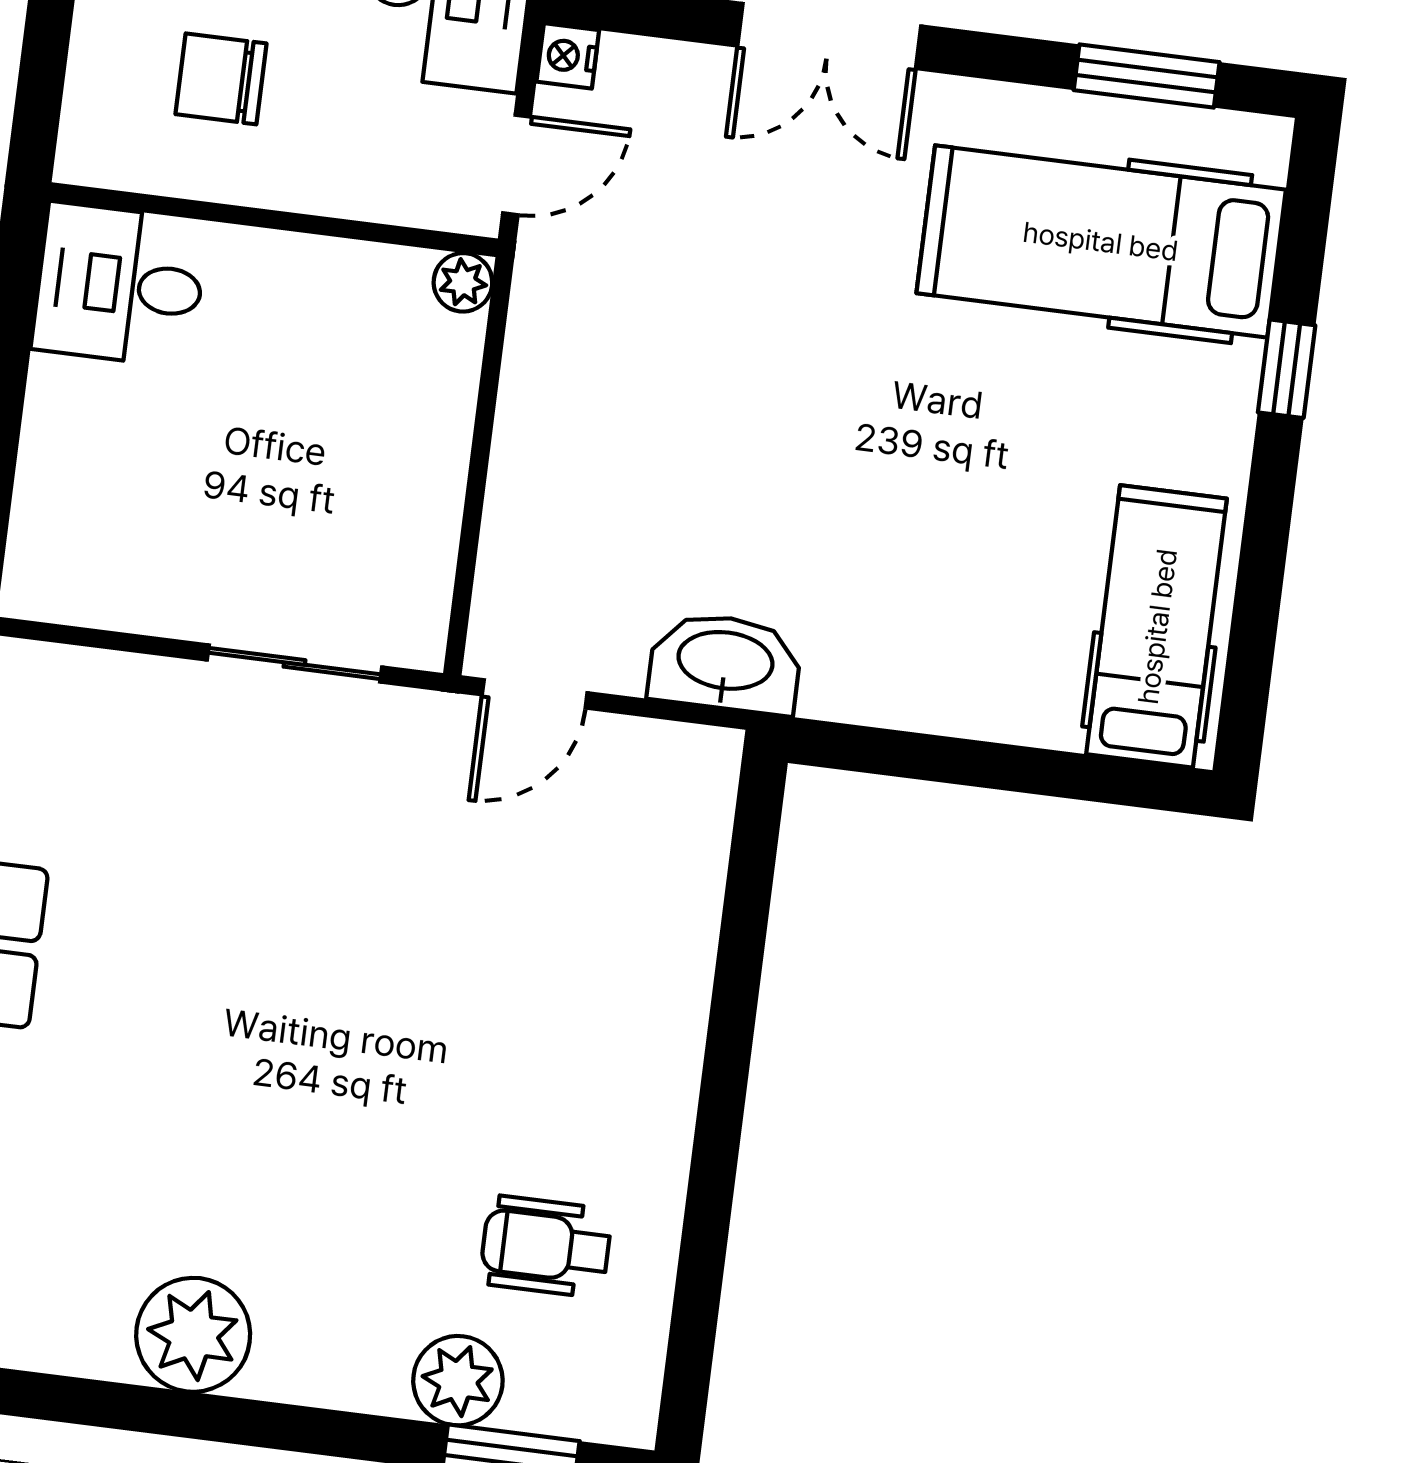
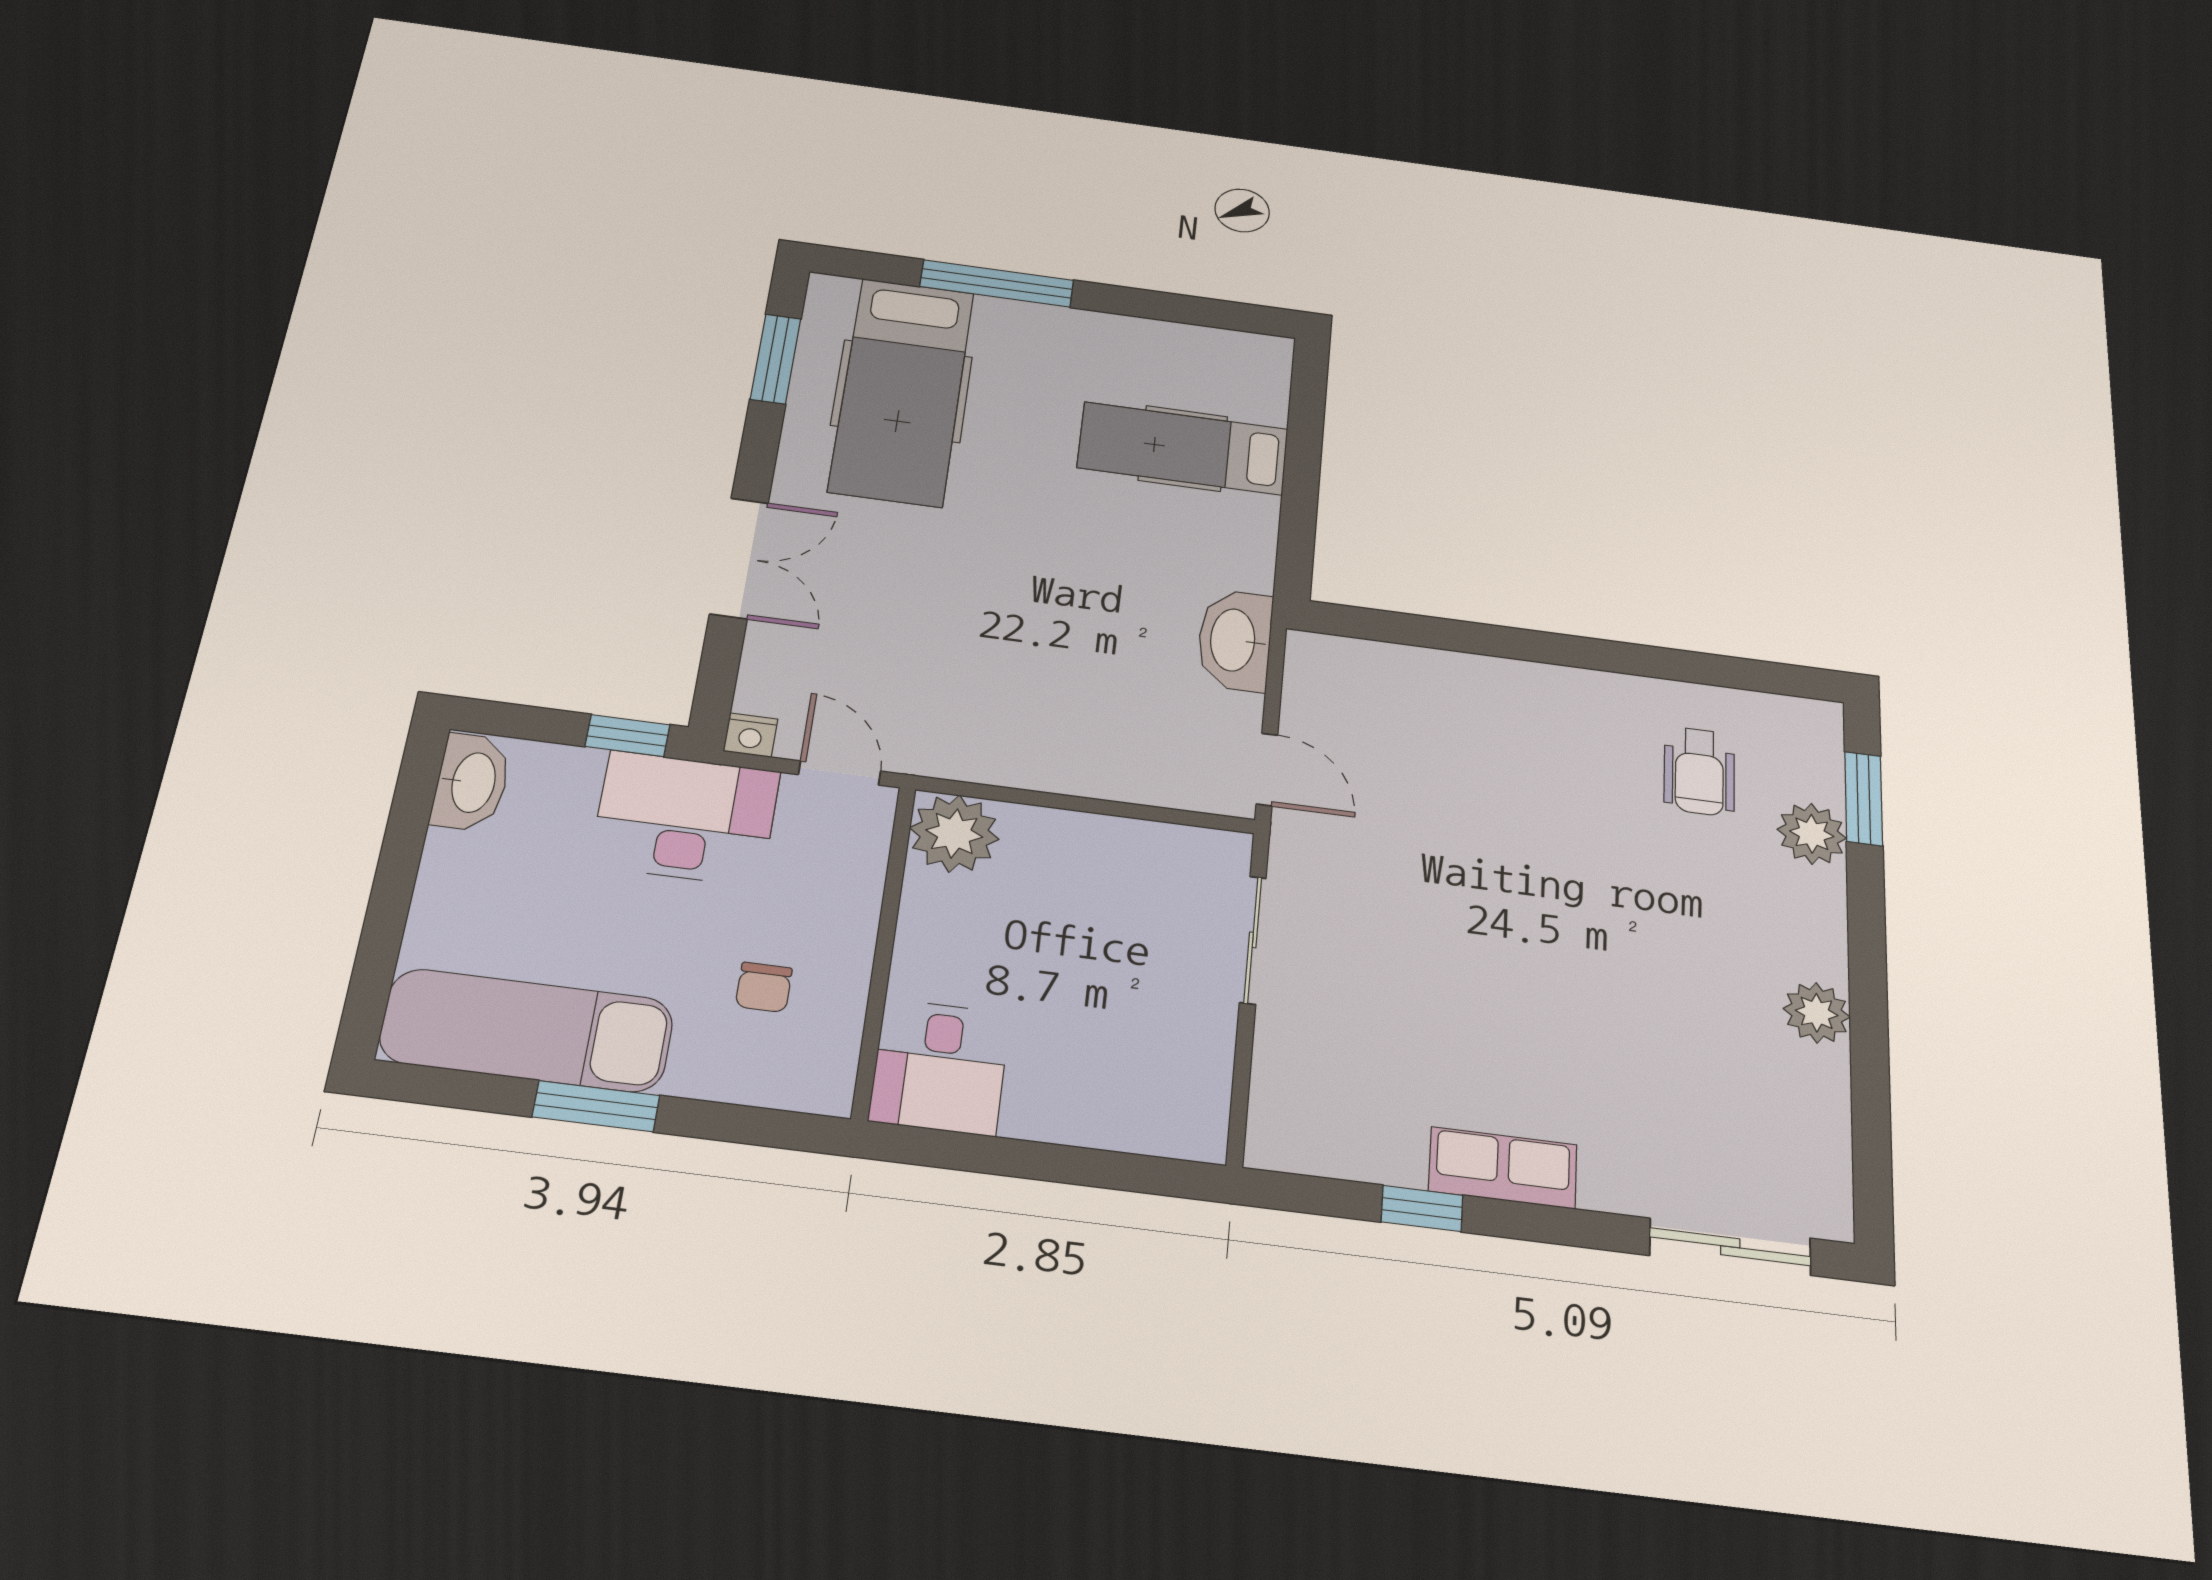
chair: (221, 79) -> (764, 987), width x0.73, depth x0.73
plant: (463, 282) -> (954, 834), width x1.88, depth x1.88
window: (1287, 369) -> (997, 283), width x2.17
hospital bed: (1157, 626) -> (1183, 448), moved
plant: (193, 1335) -> (1817, 1013), width x0.73, depth x0.73

